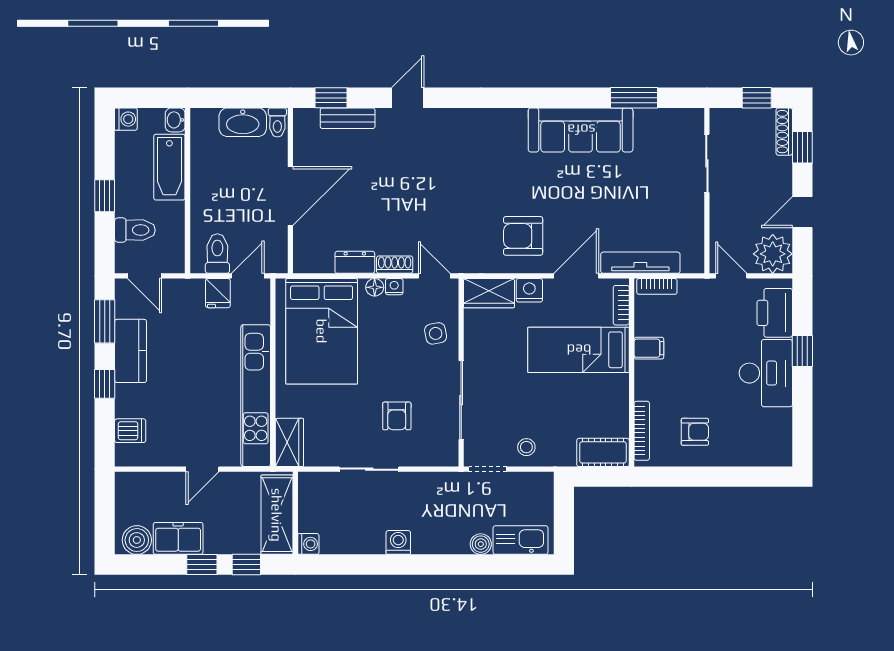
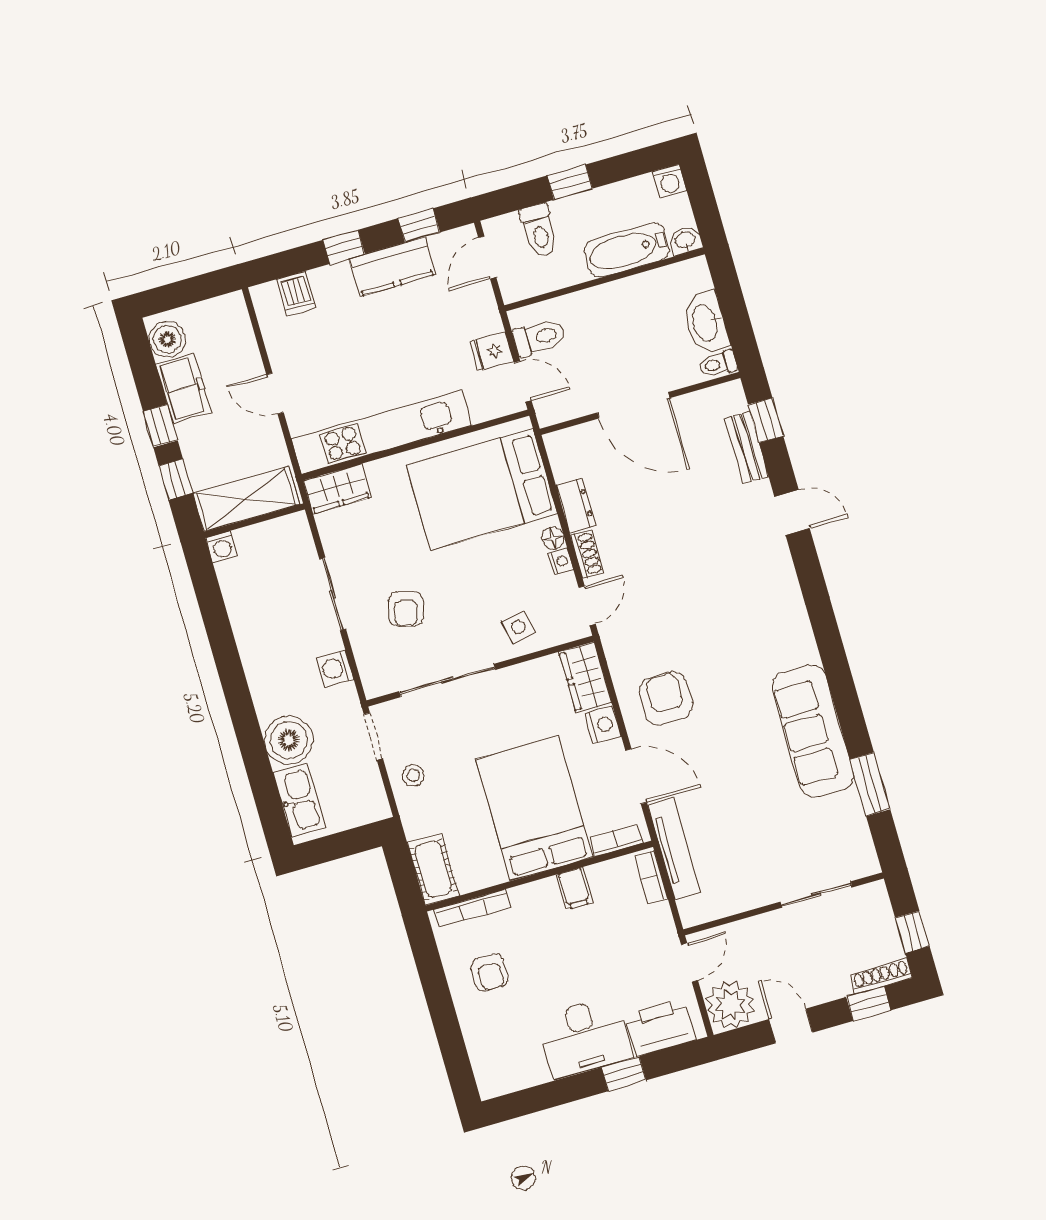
window: (105, 321) -> (419, 225), width x0.67
bed: (579, 350) -> (534, 808), width x1.50
armchair: (397, 416) -> (406, 609), turned -74
washing machine: (398, 542) -> (335, 668), moved, turned 180
boiler: (481, 544) -> (289, 740), width x1.86, depth x1.86

